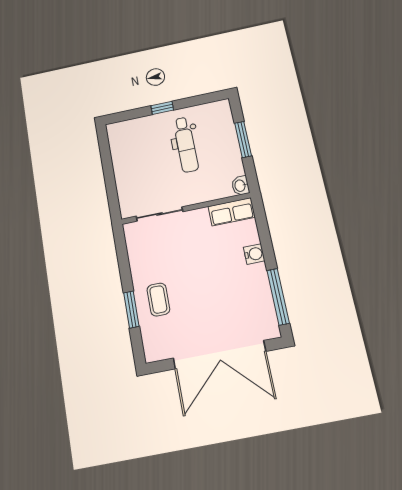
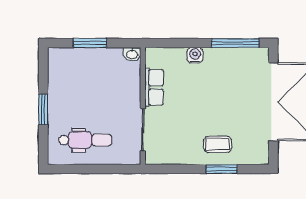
window: (162, 108) -> (43, 110), width x1.50
dental chair: (186, 145) -> (85, 140), moved
row of seats: (232, 212) -> (154, 87), moved

